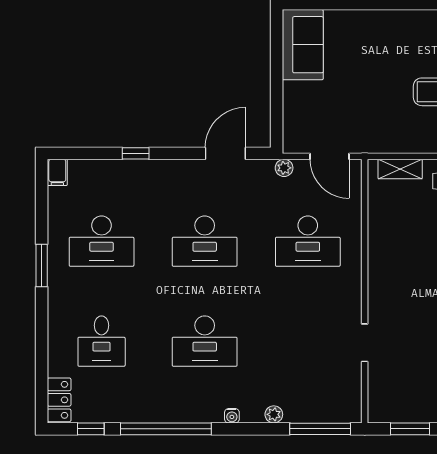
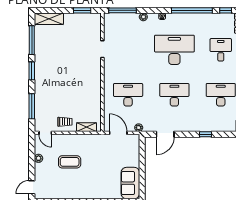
desk: (205, 341) -> (174, 50), width x1.36, depth x1.30

